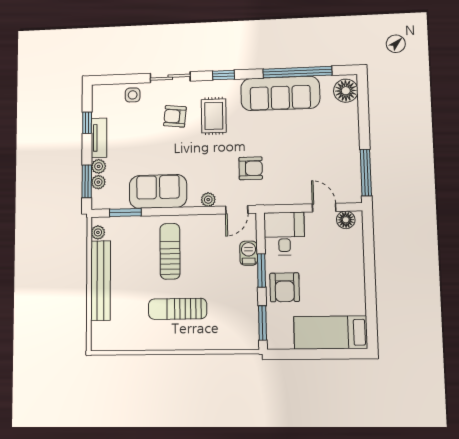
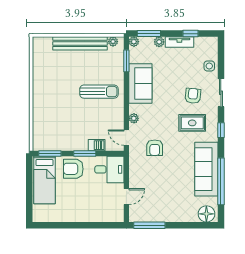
plant: (98, 182) -> (134, 42), moved
floor lamp: (346, 220) -> (118, 211), removed
sun lounger: (178, 309) -> (60, 96), removed
bed: (331, 333) -> (45, 180), moved, turned 180

